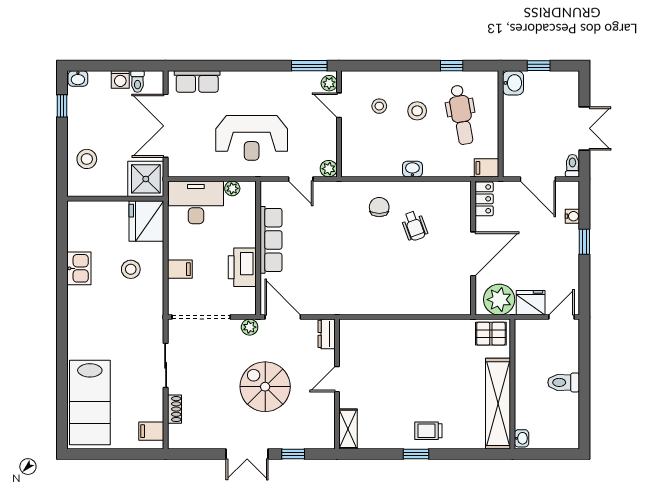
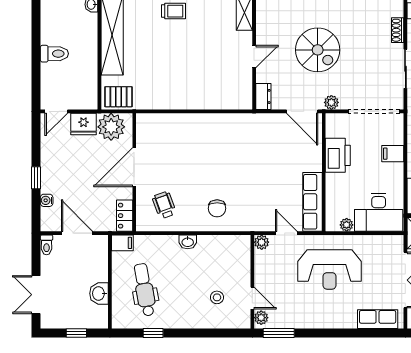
washbasin: (513, 83) -> (99, 293), moved
stool: (417, 111) -> (184, 293), removed
double door: (584, 128) -> (36, 295), moved
reception desk: (252, 138) -> (330, 269), turned 180
wheelchair: (414, 226) -> (164, 205), moved
row of seats: (271, 240) -> (312, 202), moved

